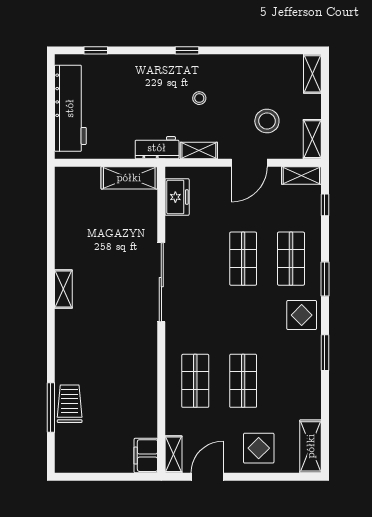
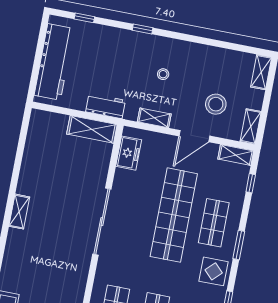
window: (187, 50) -> (143, 29), moved
workbench: (157, 148) -> (106, 106), moved
shop shelf: (243, 259) -> (174, 215), width x2.00, depth x1.36

